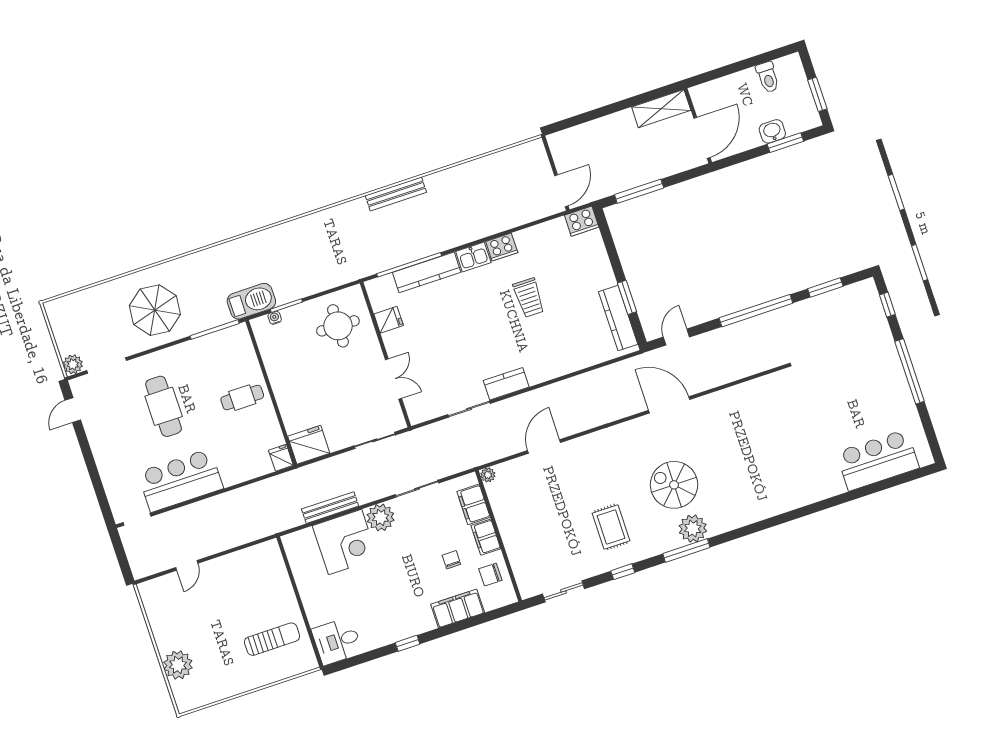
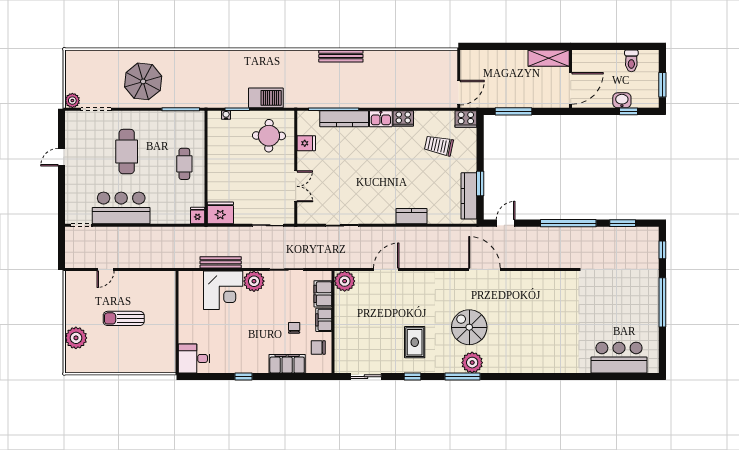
window: (785, 143) -> (628, 111), width x0.67
trolley: (529, 298) -> (439, 145), moved, turned 102
barbecue: (251, 301) -> (266, 98), moved
kitchen counter: (506, 384) -> (411, 216), moved
cafe table: (242, 398) -> (184, 164), turned 90
door: (73, 410) -> (62, 157), moved
plant: (488, 475) -> (345, 281), width x1.88, depth x1.88
sun lounger: (272, 639) -> (124, 318), moved, turned 180

